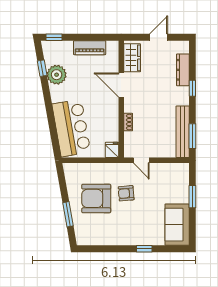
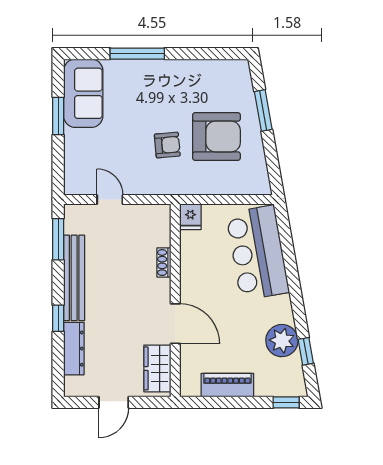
bench: (183, 132) -> (74, 278), moved
door: (141, 160) -> (110, 199), moved
window: (192, 197) -> (58, 116), moved
window: (144, 249) -> (137, 54), width x2.17

